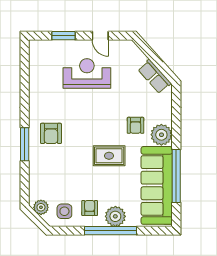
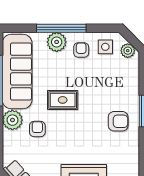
armchair: (51, 133) -> (118, 121), turned 90
armchair: (90, 208) -> (81, 50), turned 180

